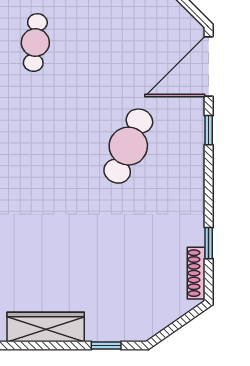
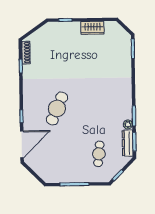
wardrobe: (46, 327) -> (92, 28), width x0.67

